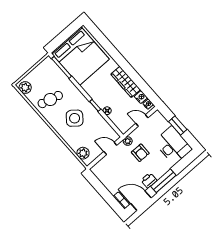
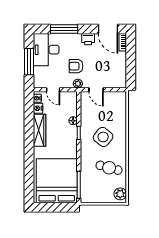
window: (178, 126) -> (29, 62), width x1.44
plant: (83, 153) -> (120, 104), removed
armchair: (140, 153) -> (76, 66), turned -90
window: (163, 181) -> (64, 29), moved

